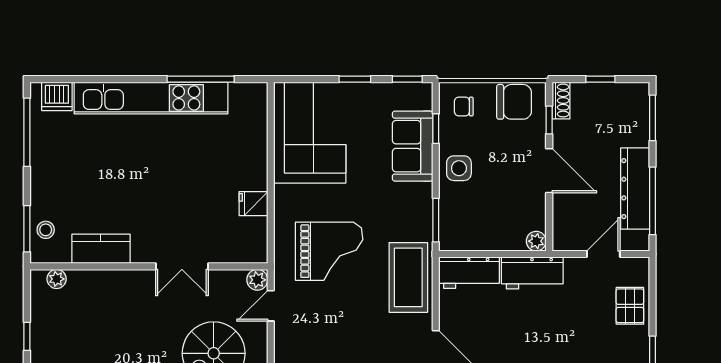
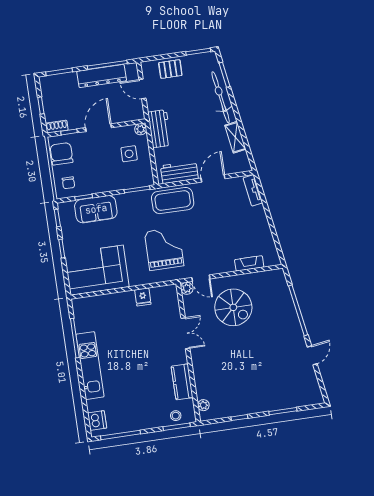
kitchen unit: (151, 98) -> (90, 366), width x0.73
side table: (459, 168) -> (129, 154), moved
workbench: (469, 273) -> (179, 172), moved, turned -90

